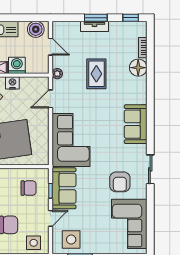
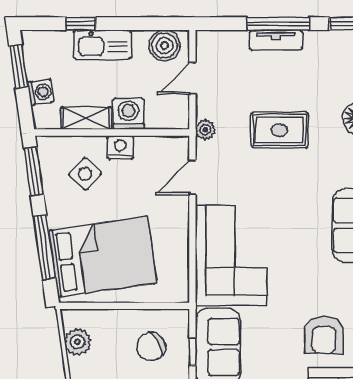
window: (96, 18) -> (278, 24), width x1.44
door: (50, 47) -> (192, 78), swing flipped
rug: (96, 74) -> (279, 130), turned 90
chair: (29, 188) -> (151, 347), turned 149

